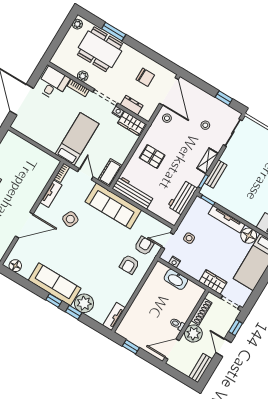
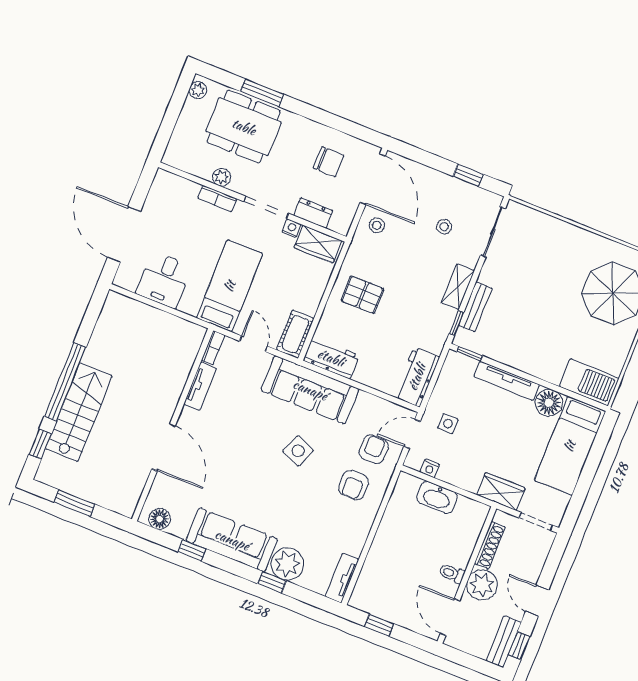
desk: (53, 83) -> (164, 280), moved, turned 180
workbench: (133, 192) -> (331, 358), width x0.73
workbench: (182, 197) -> (417, 377), moved
side table: (70, 219) -> (298, 451), moved
door: (24, 225) -> (164, 447), hinge flipped
window: (54, 300) -> (192, 550), moved
window: (236, 328) -> (519, 646), moved
door: (172, 349) -> (450, 617), hinge flipped

